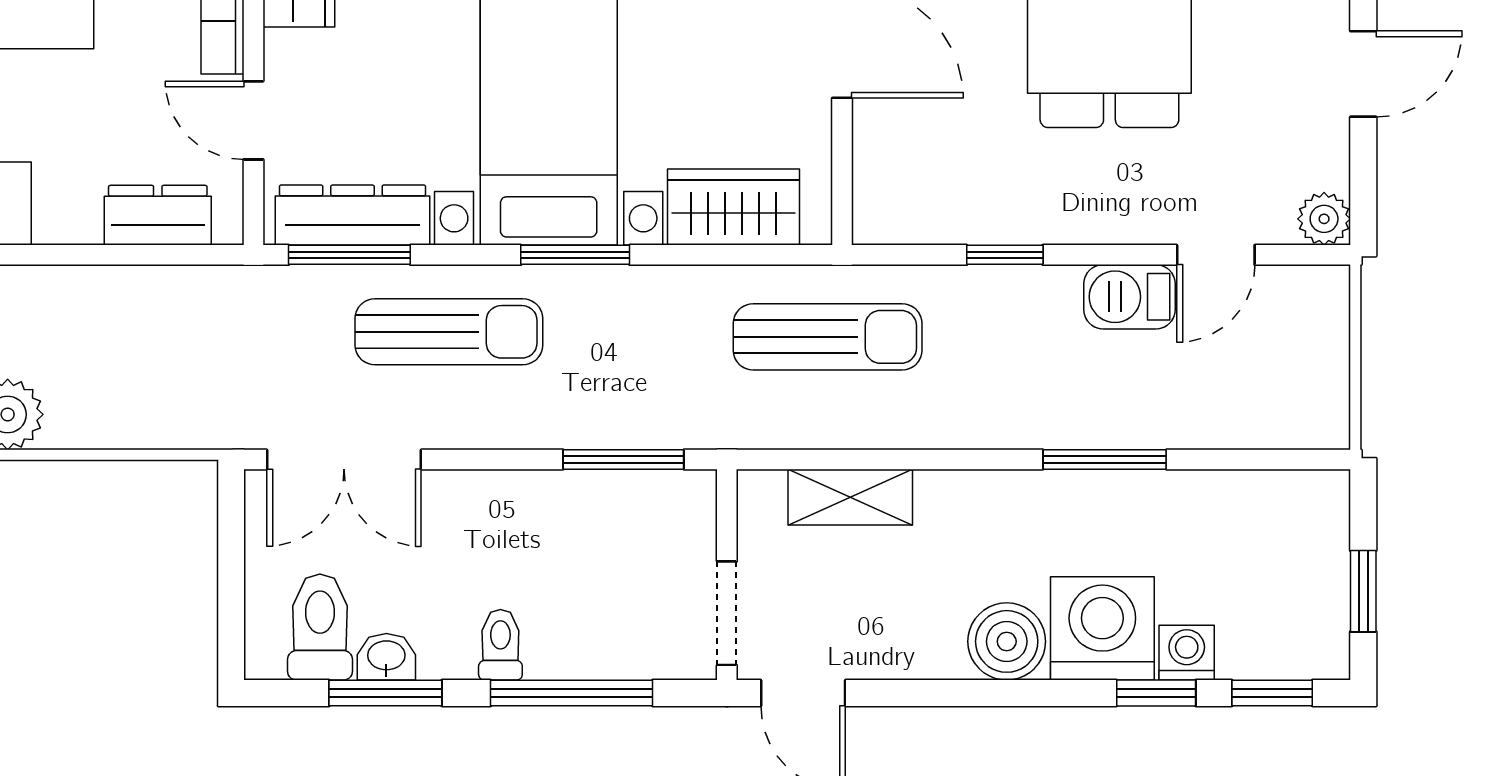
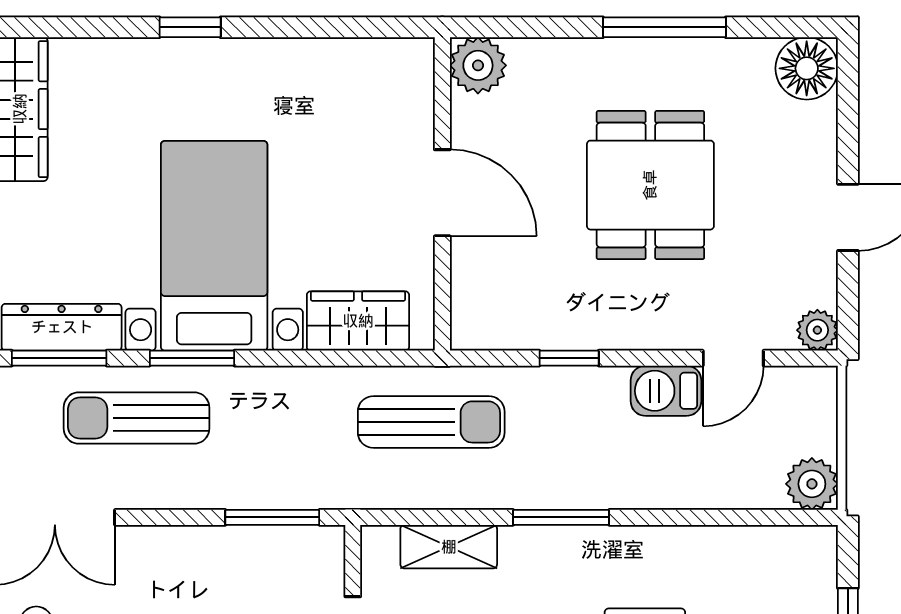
window: (575, 255) -> (192, 358), moved
sun lounger: (449, 332) -> (136, 418), turned 180
plant: (1317, 416) -> (812, 484), added
window: (1105, 460) -> (561, 517), moved

